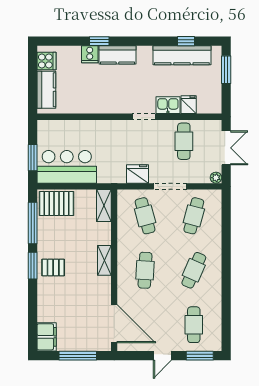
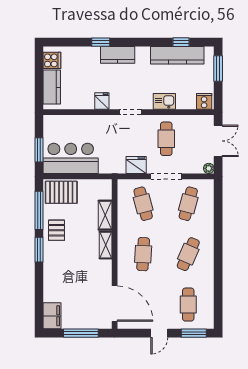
cooker: (90, 54) -> (204, 101), moved, turned 180
fridge: (189, 105) -> (102, 101), moved
doorway: (144, 117) -> (130, 112), moved
cafe table: (184, 141) -> (166, 139), moved
shelving: (104, 205) -> (105, 215), moved
pallet: (53, 267) -> (56, 230), moved, turned 90

